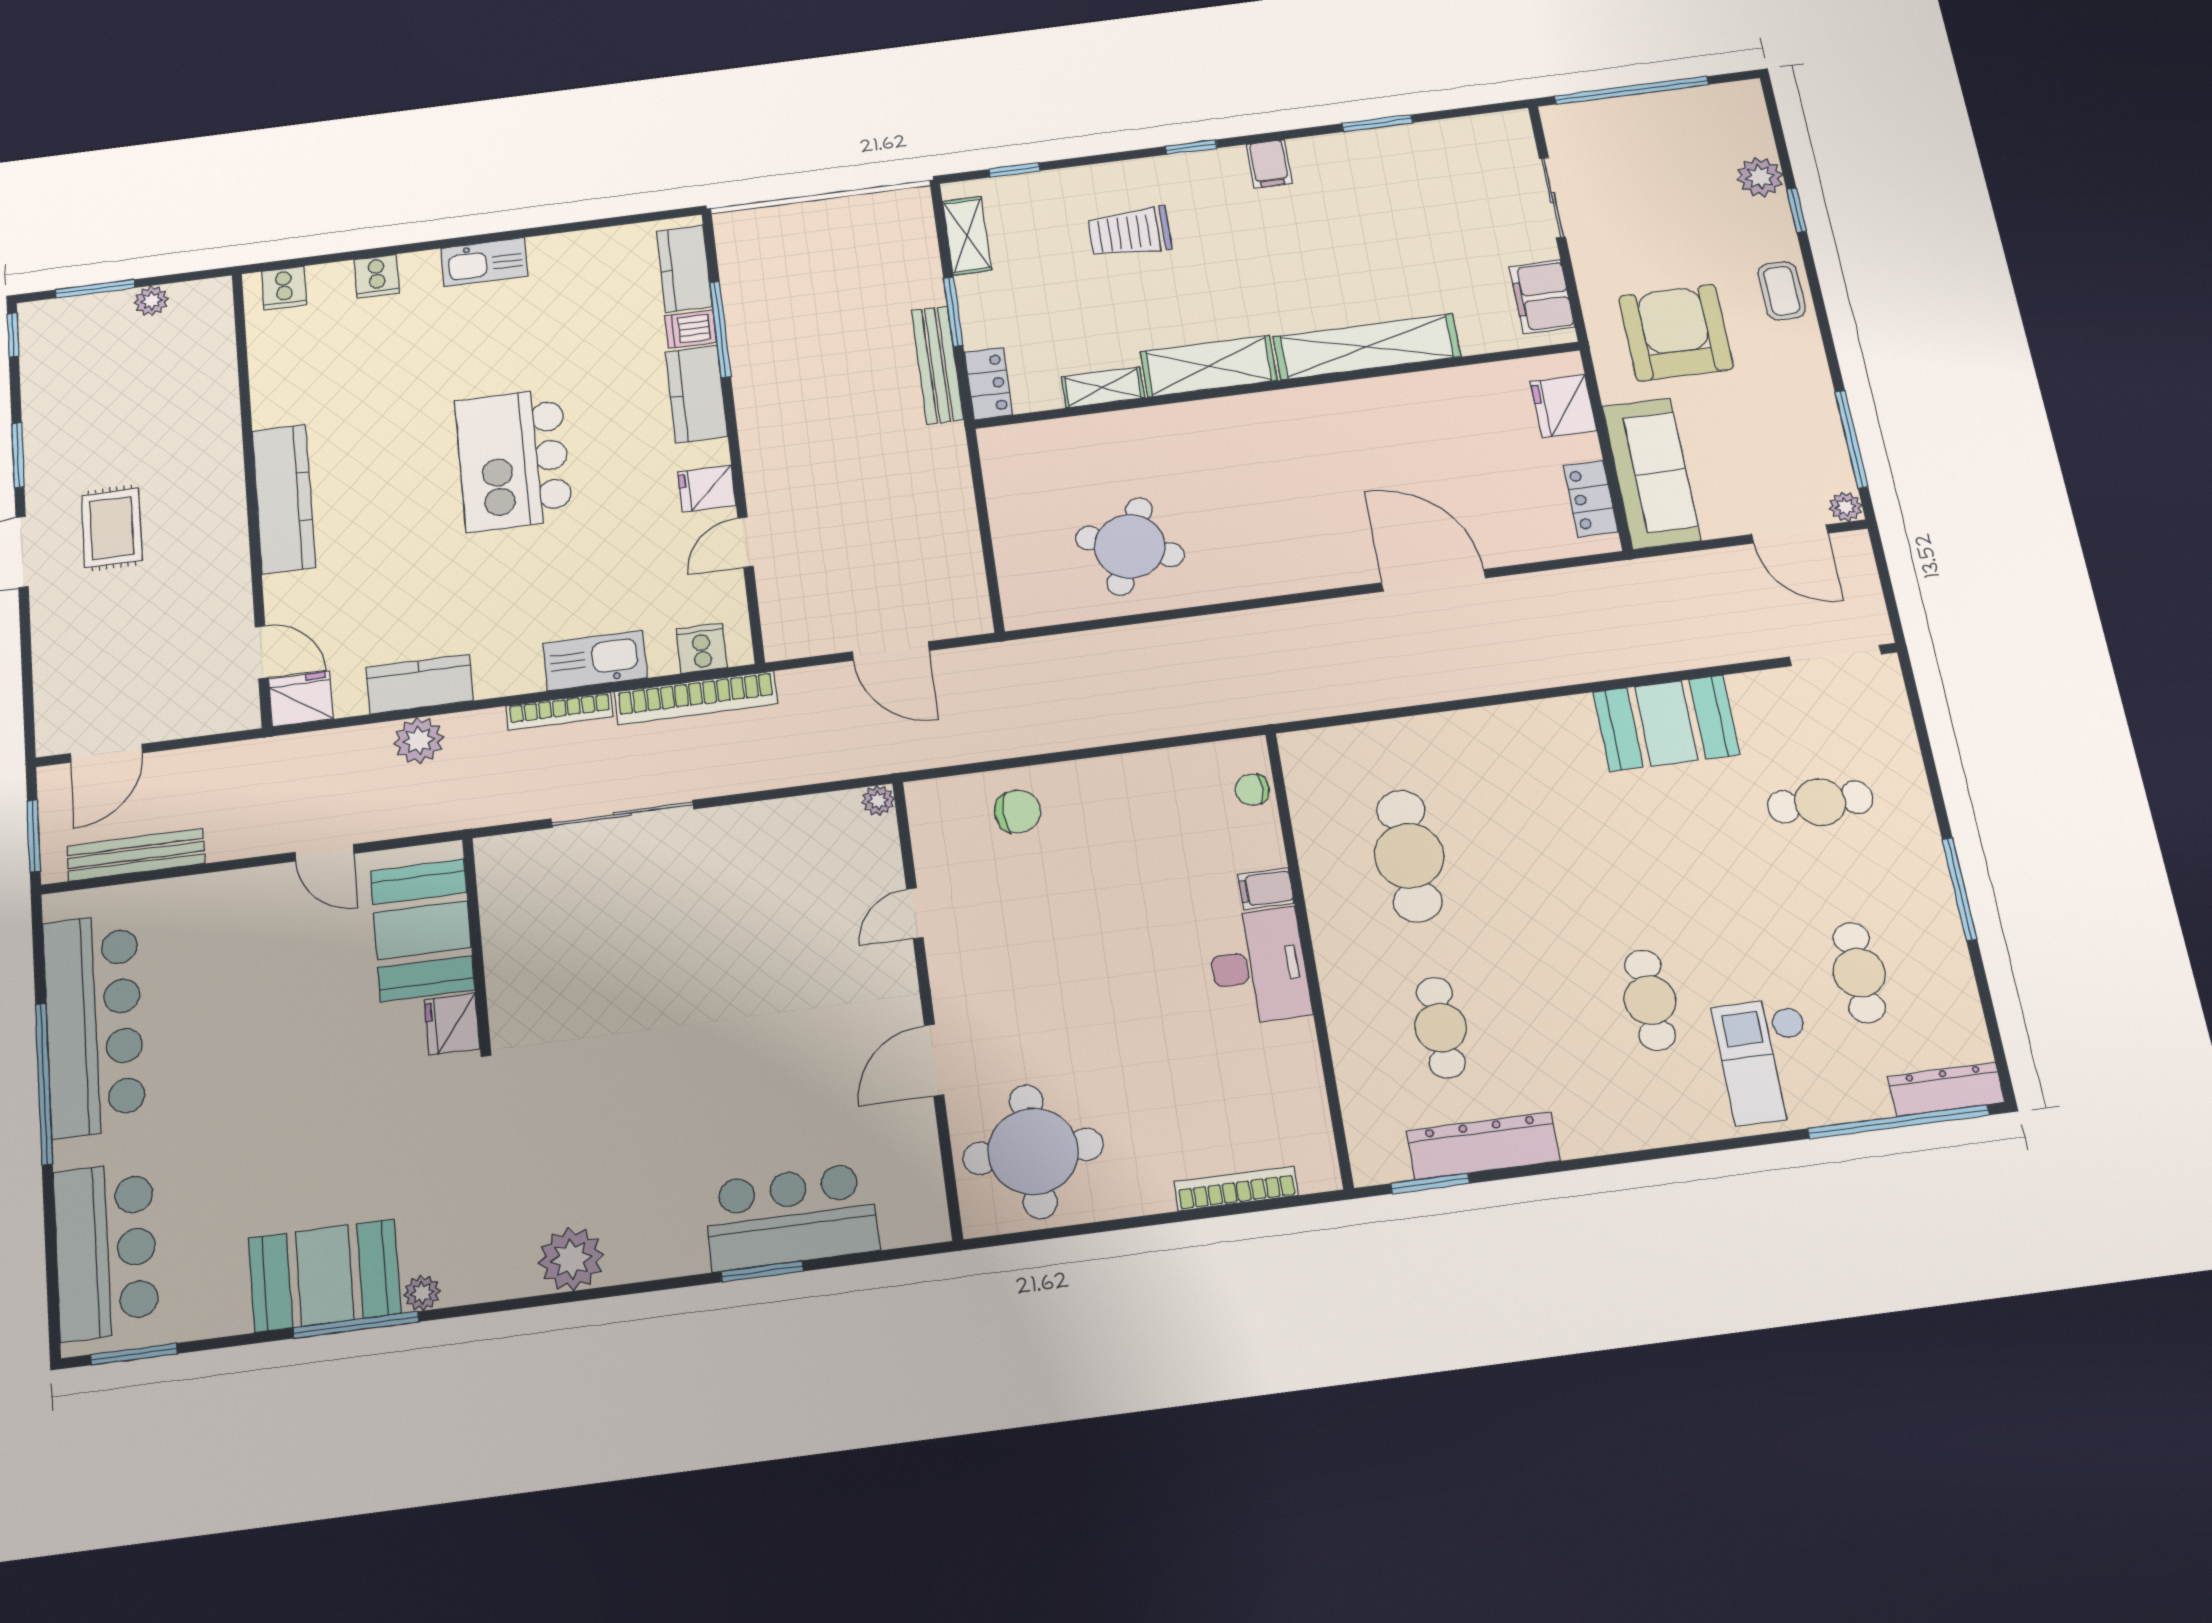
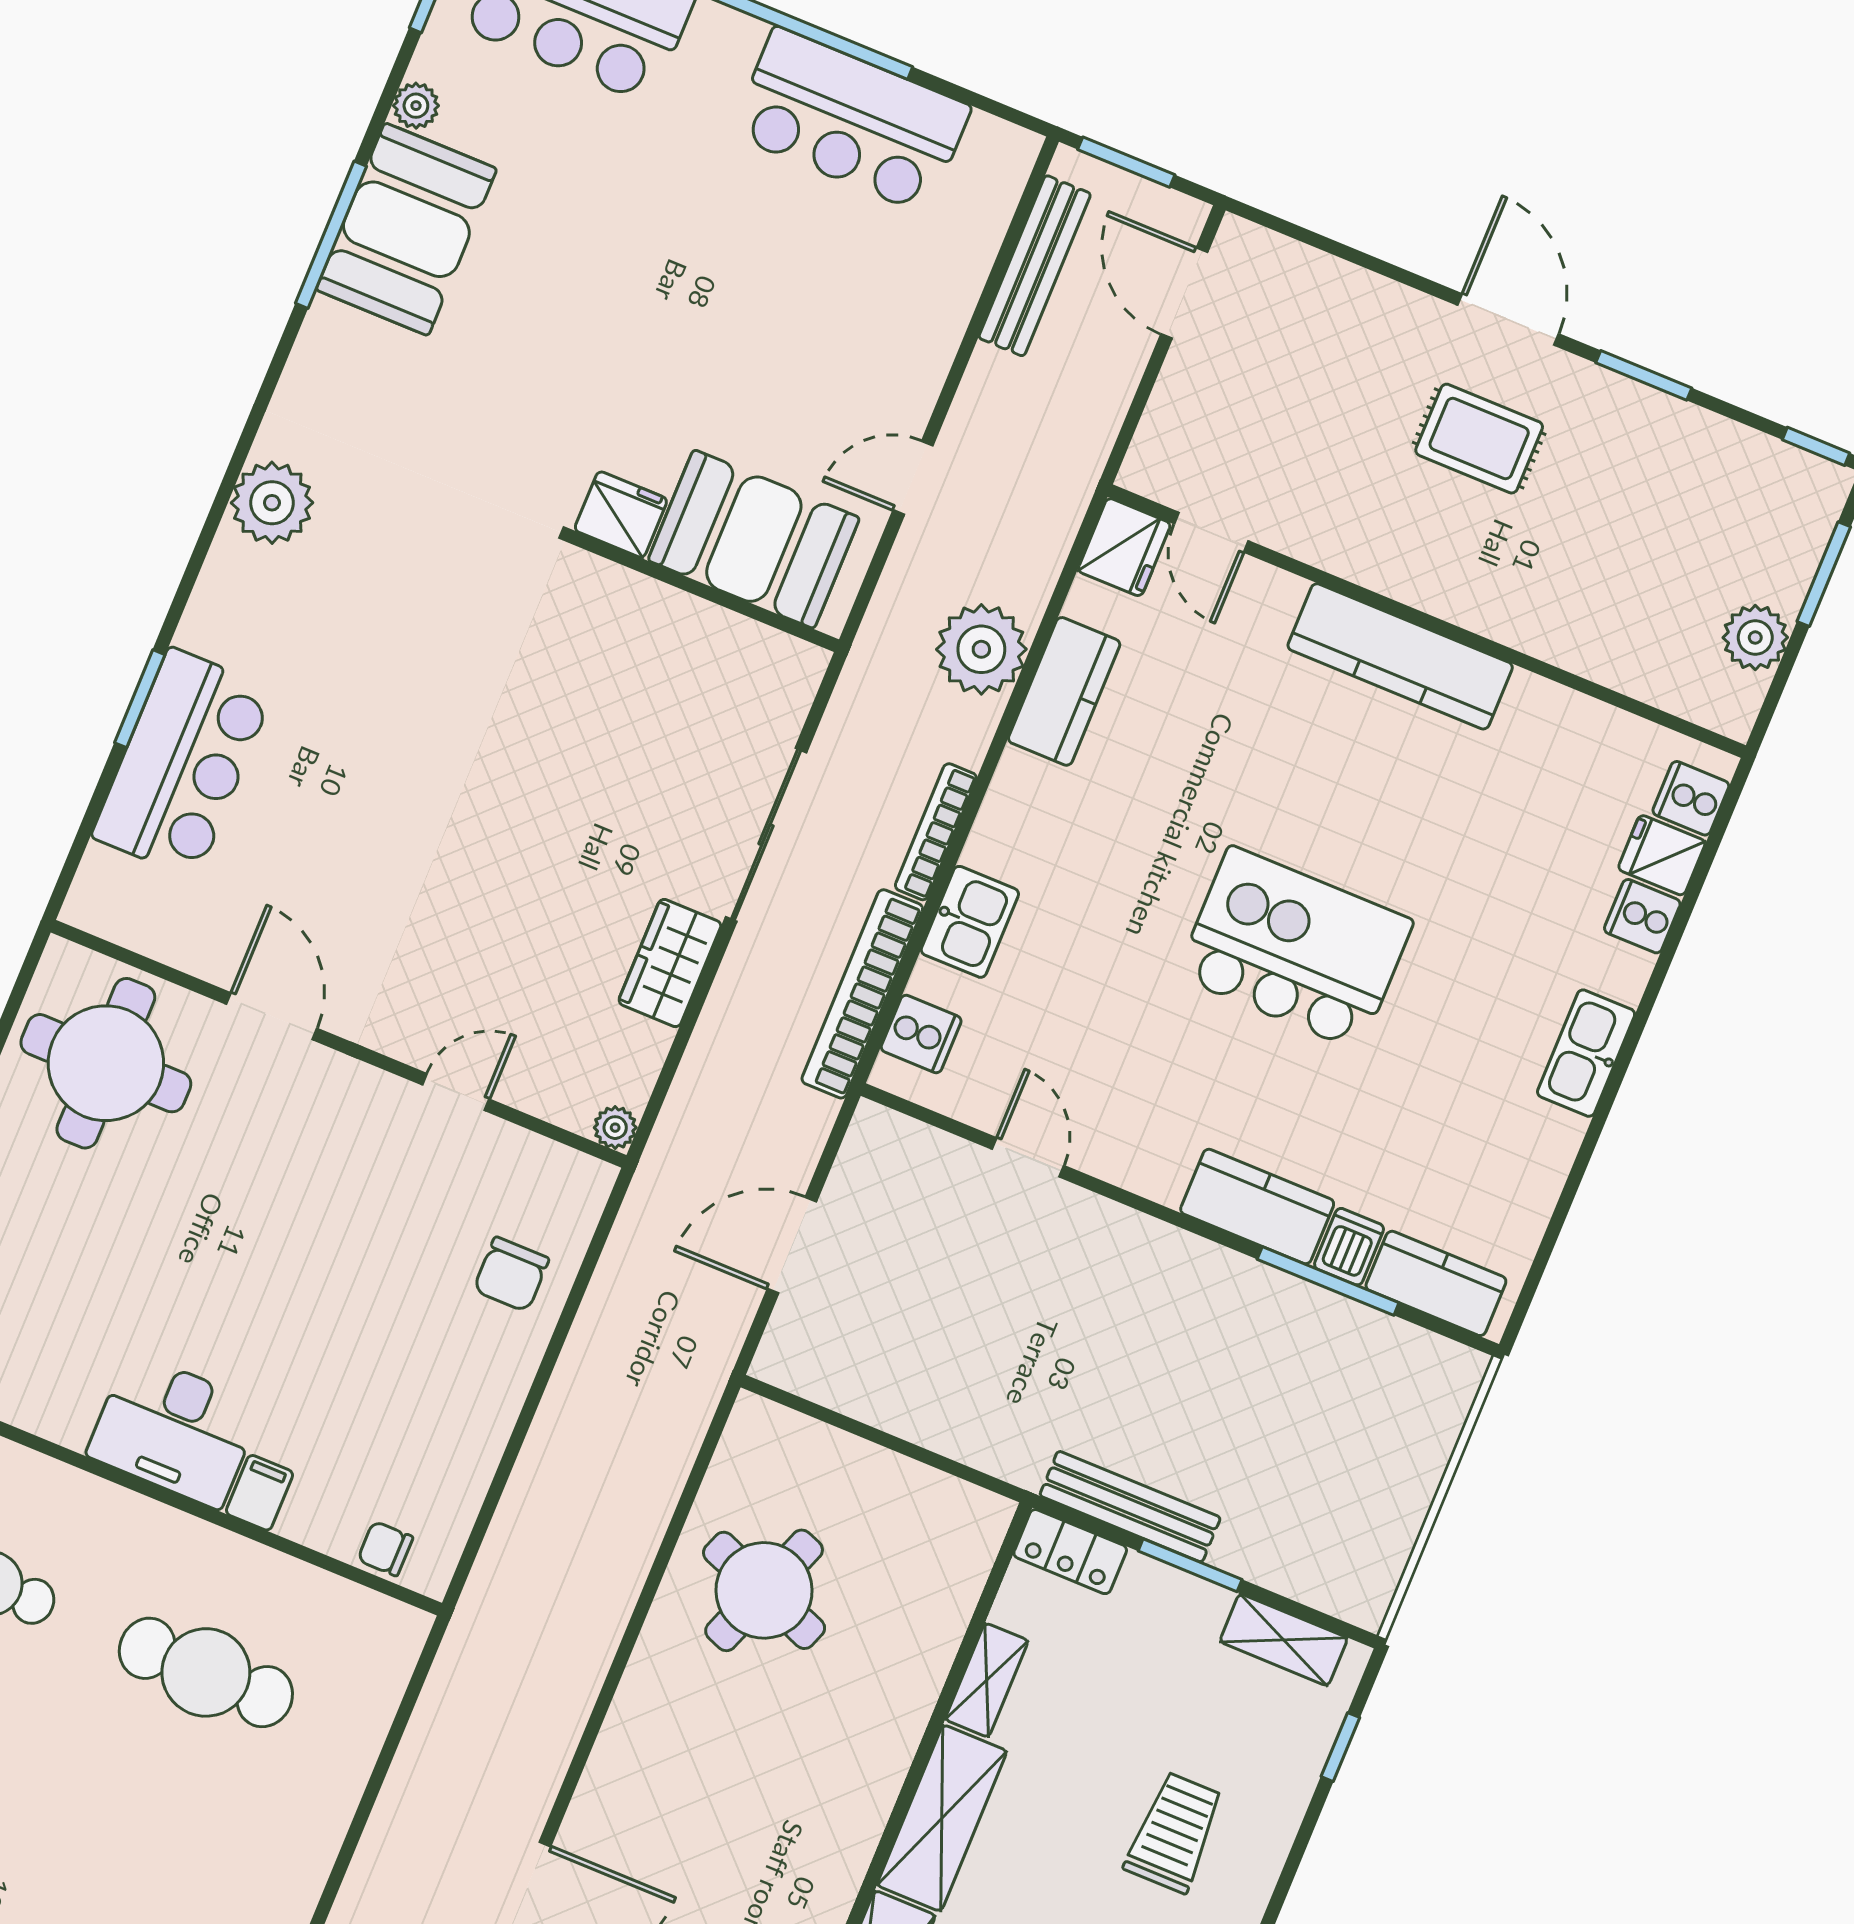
plant: (151, 301) -> (1755, 638), width x1.38, depth x1.38
fridge: (707, 489) -> (1662, 855), moved, turned -90
door: (262, 652) -> (1211, 532), hinge flipped
kitchen sink: (595, 661) -> (970, 922), width x0.73
plant: (419, 740) -> (981, 649), width x1.36, depth x1.36
chair: (1252, 790) -> (385, 1549), turned -91
wardrobe: (745, 827) -> (670, 963), added
door: (915, 913) -> (456, 1092), hinge flipped
bar counter: (94, 1024) -> (851, 120), width x0.73
plant: (422, 1293) -> (416, 106), moved

